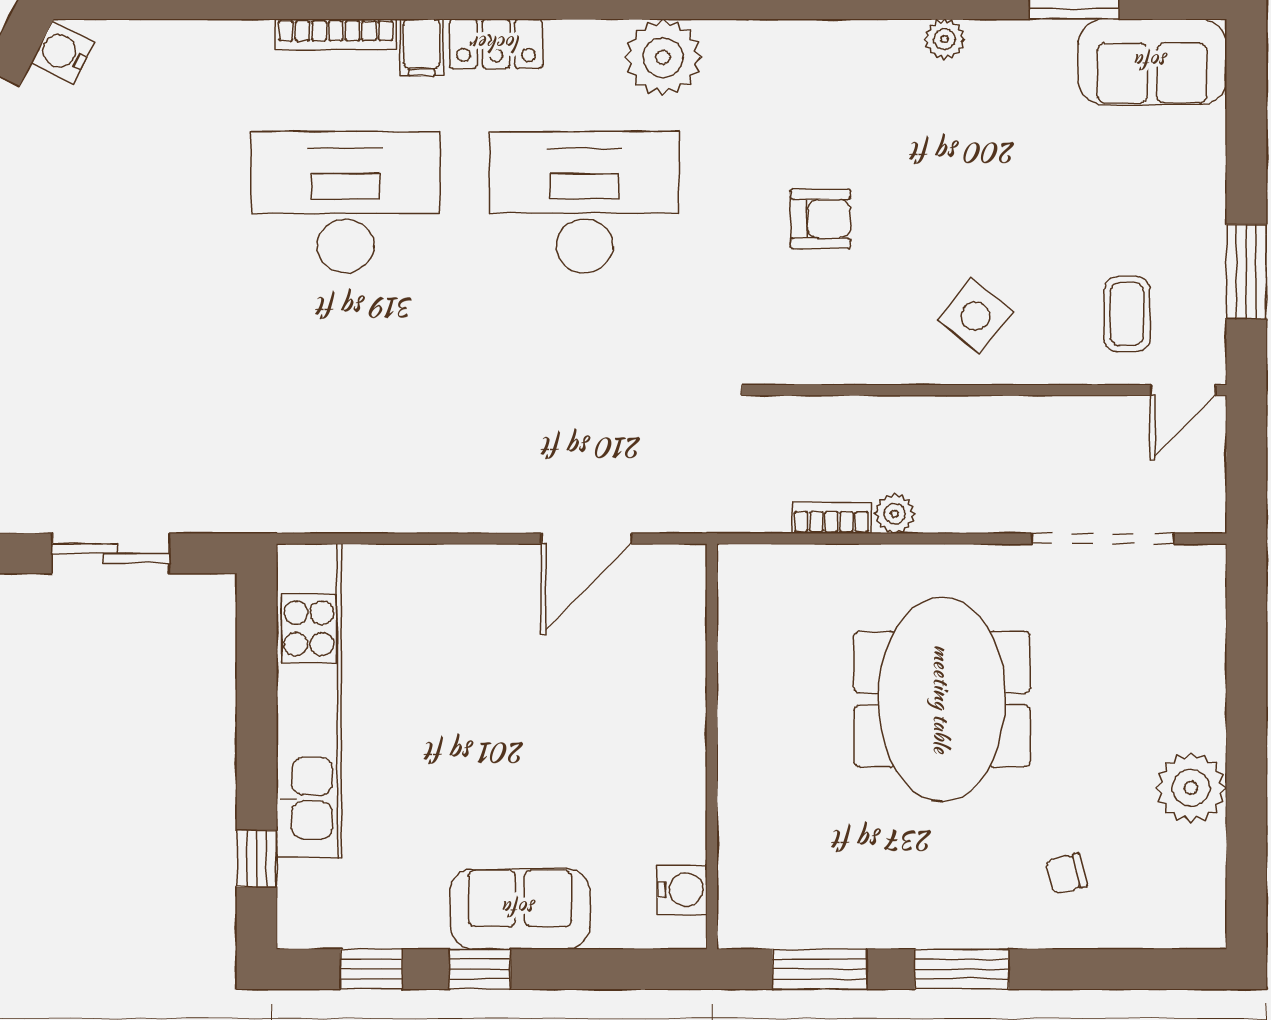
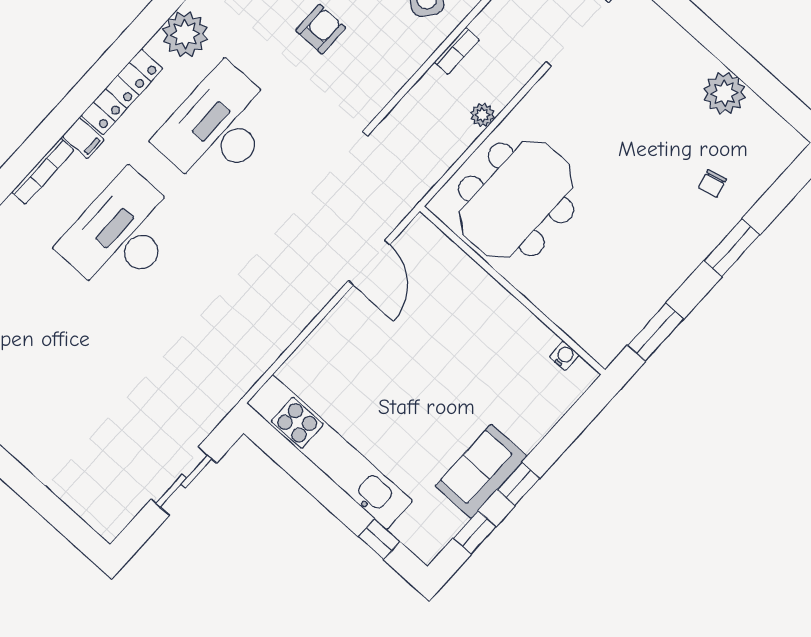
locker: (496, 44) -> (122, 92), width x1.53
bookcase: (831, 518) -> (457, 51), moved, turned 180
meeting table: (942, 699) -> (516, 199), moved, turned 90
water cooler: (682, 890) -> (564, 356), width x0.72, depth x0.72
sofa: (520, 909) -> (481, 471), moved
window: (962, 969) -> (732, 248), moved

